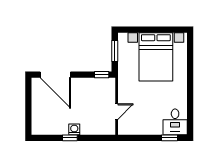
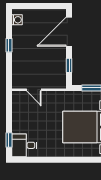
window: (102, 75) -> (69, 65), moved
washing machine: (74, 129) -> (17, 20), moved

